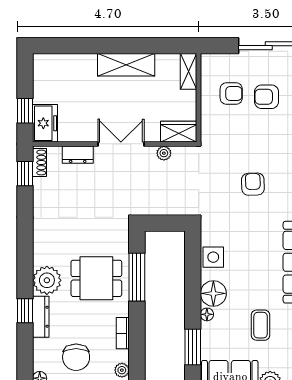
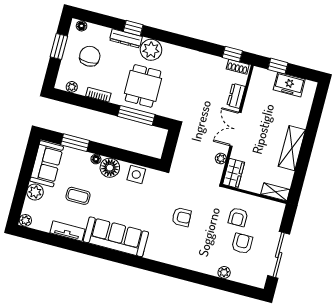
armchair: (231, 93) -> (238, 217), moved
freezer: (45, 123) -> (289, 85), moved
double door: (121, 144) -> (236, 129), swing flipped
chair: (76, 357) -> (90, 56), turned 90

